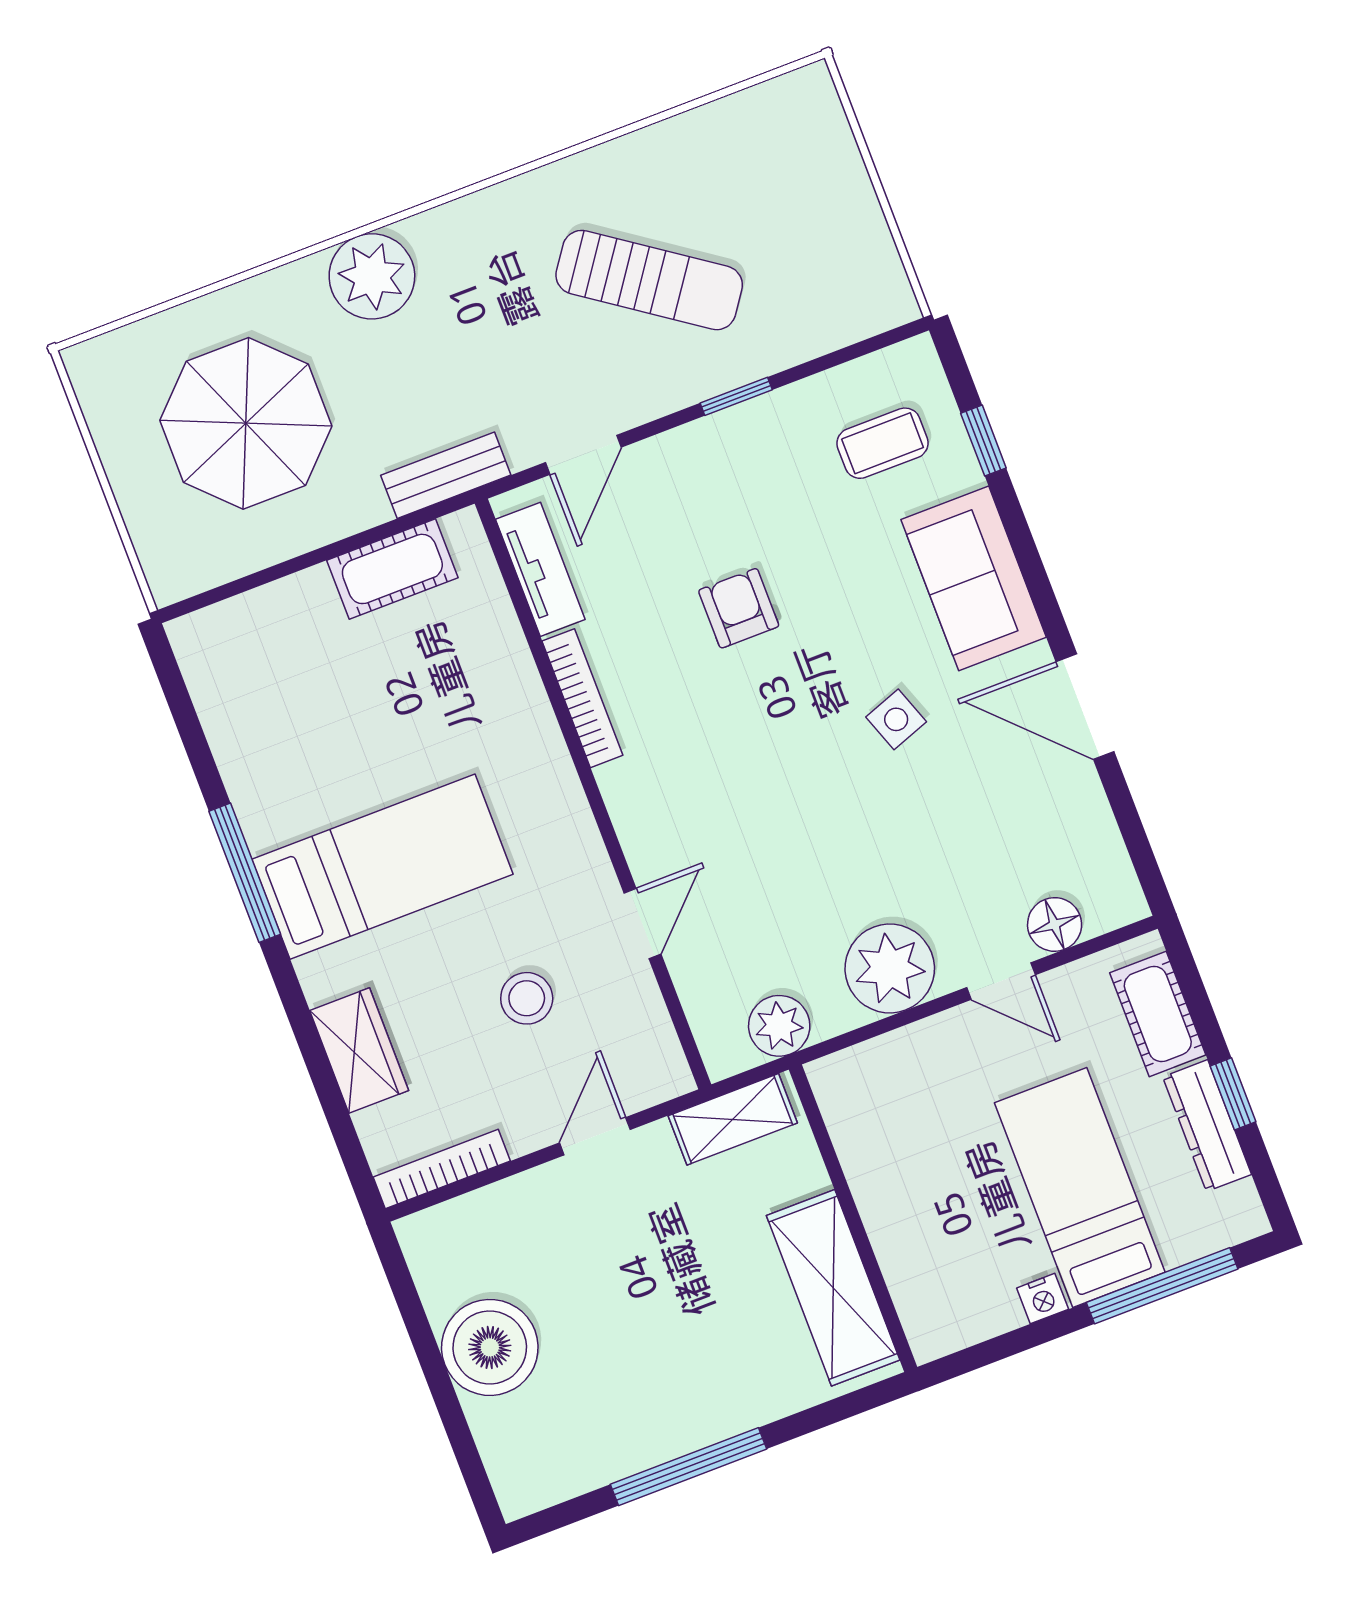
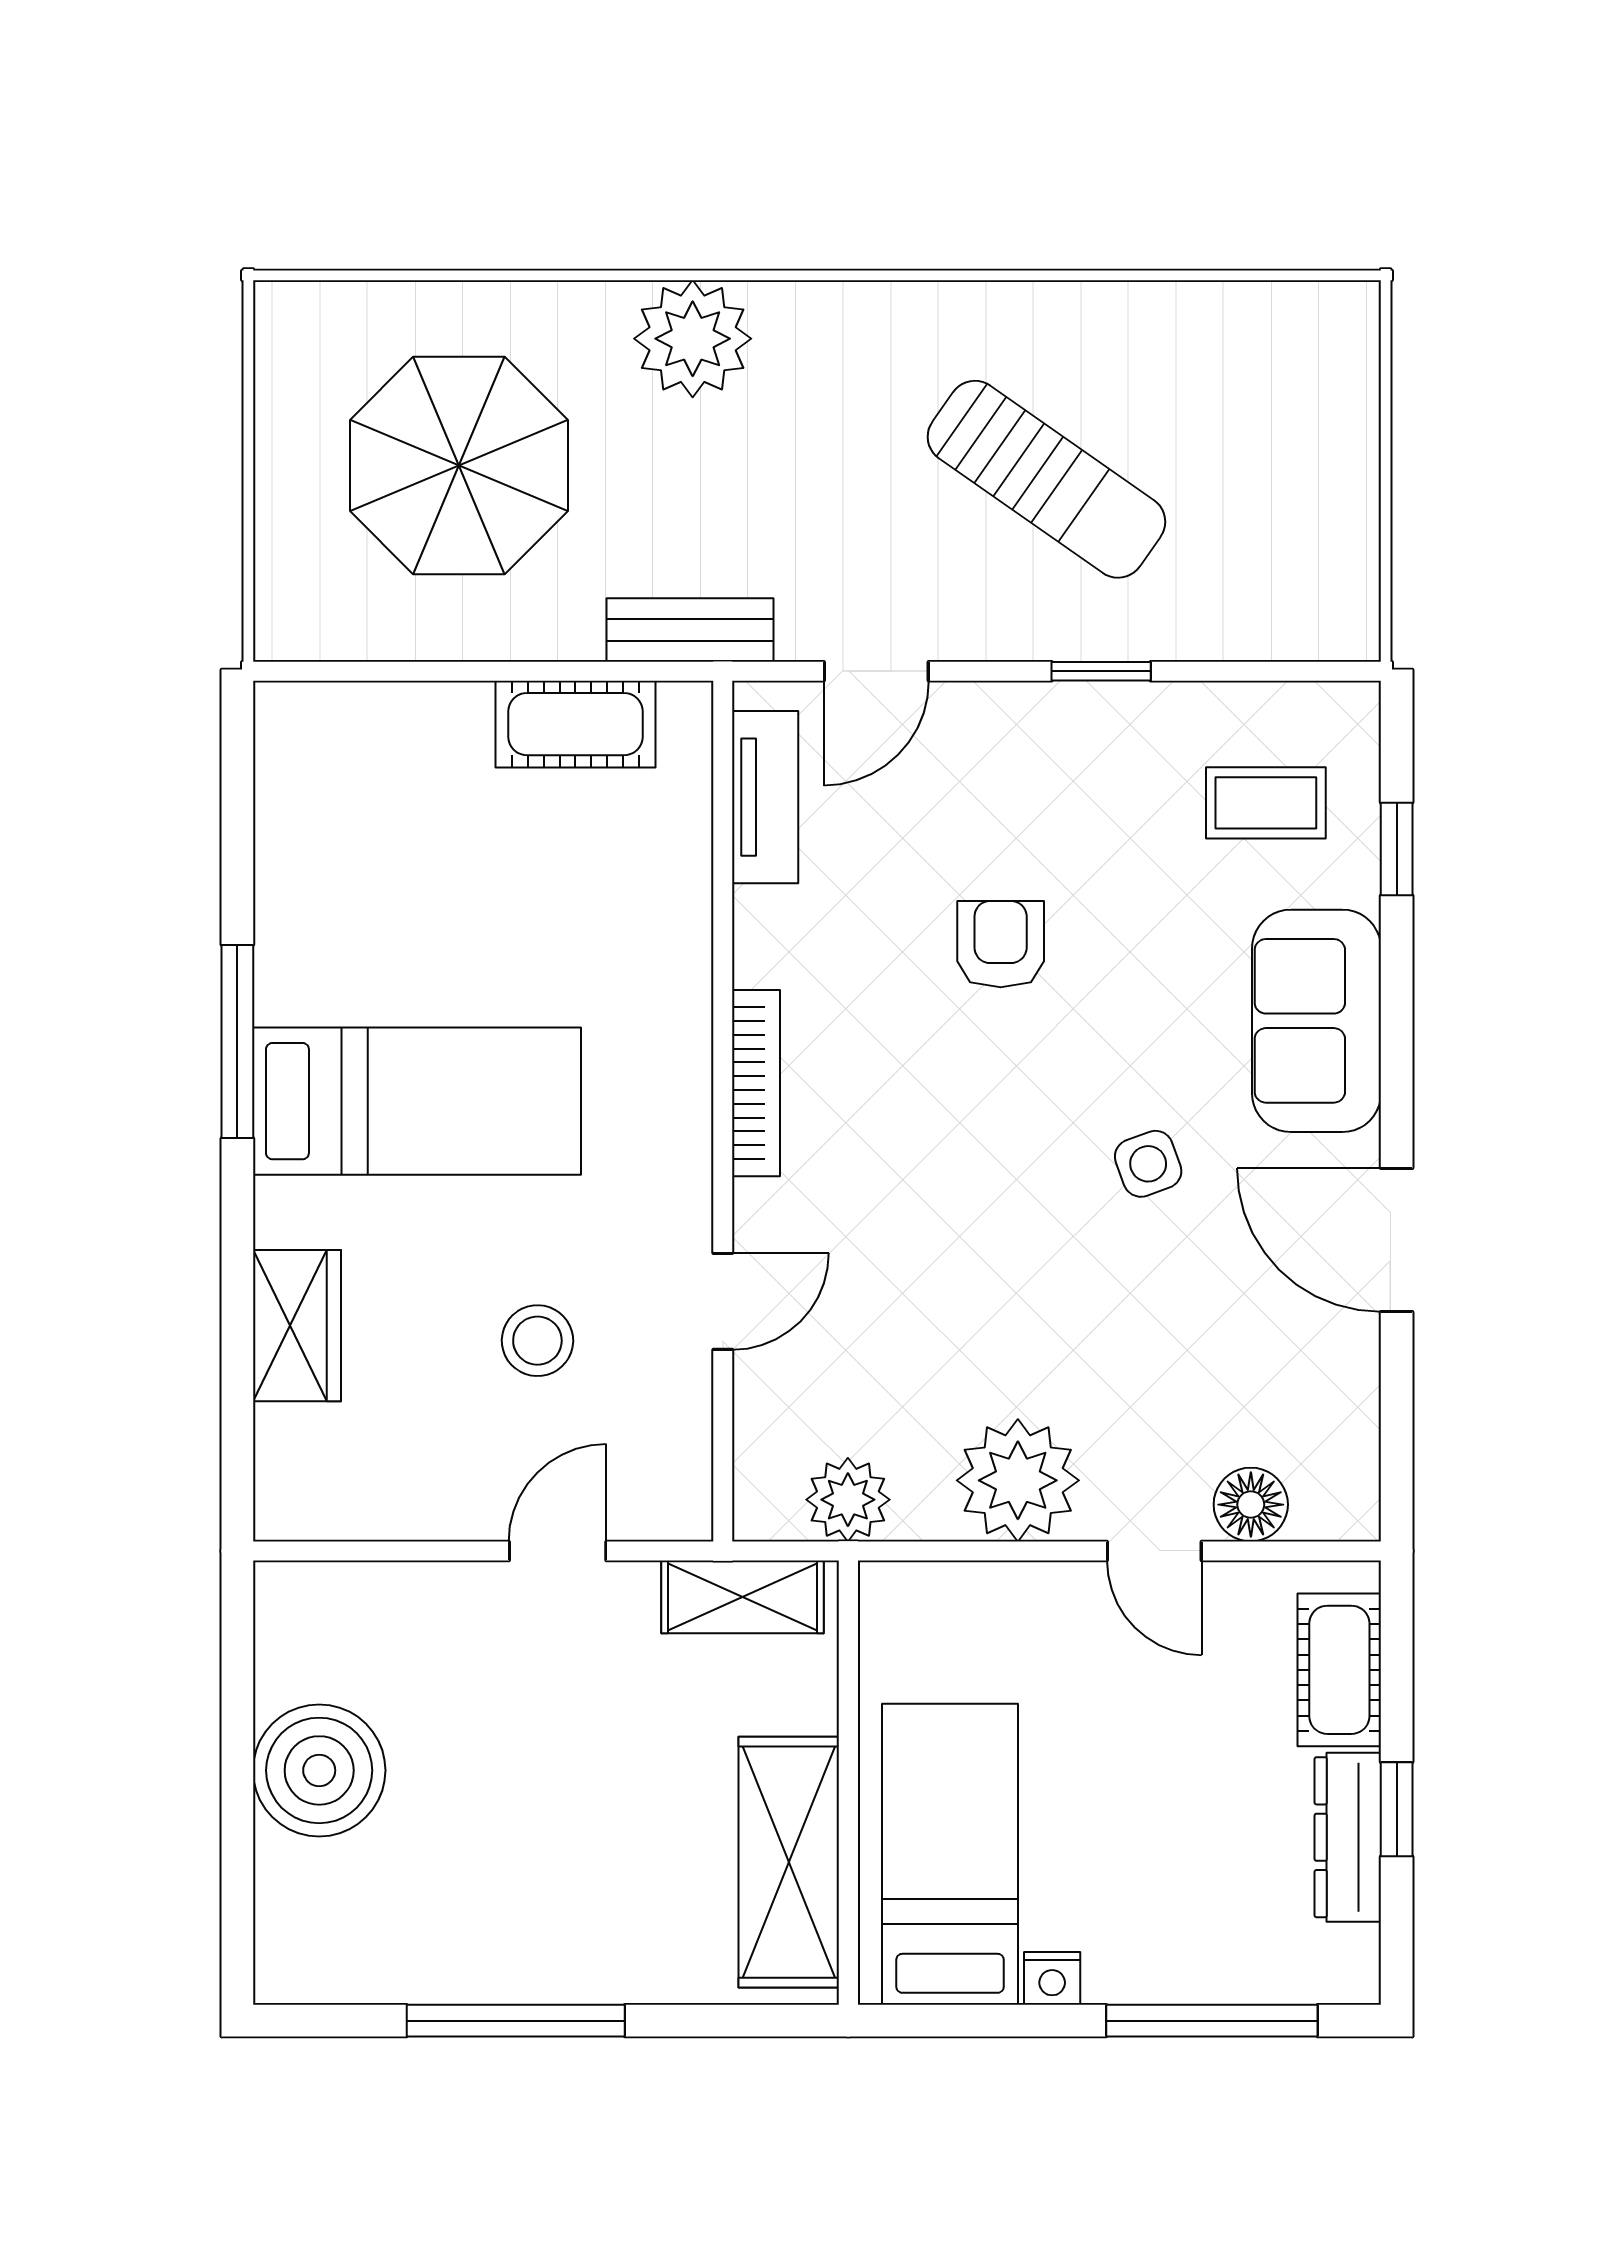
bookcase: (582, 698) -> (756, 1083), moved
bookcase: (442, 1169) -> (345, 1518), removed
bed: (1080, 1187) -> (950, 1854), moved

